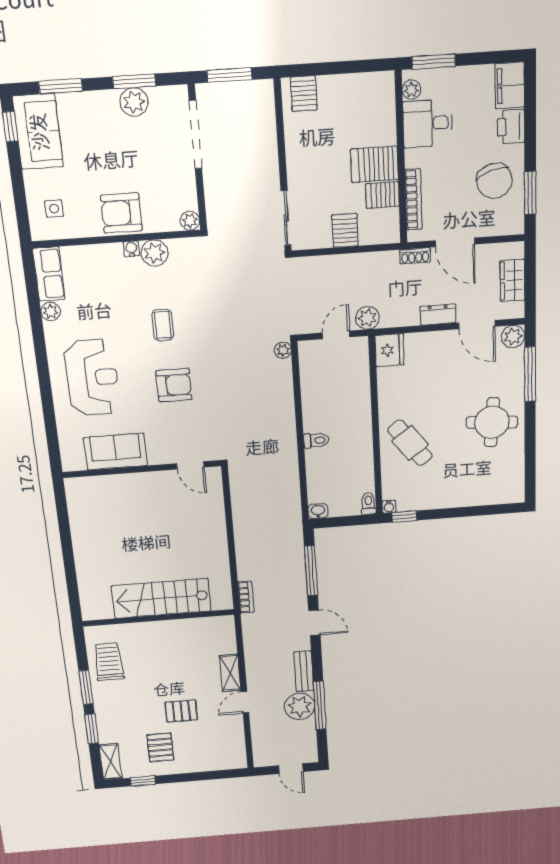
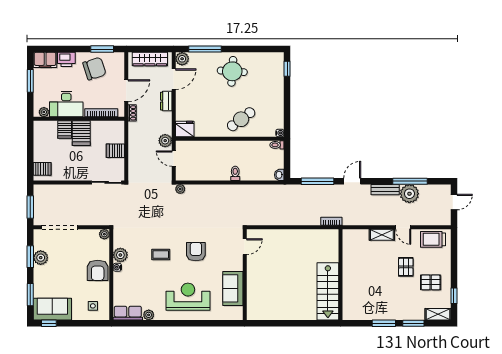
window: (434, 61) -> (30, 81), moved
desk: (428, 123) -> (66, 104), width x1.37
server rack: (382, 195) -> (65, 130), moved
wardrobe: (512, 280) -> (150, 59), width x1.50
window: (404, 517) -> (287, 69), moved
stairs: (161, 598) -> (328, 291), moved
trolley: (109, 662) -> (433, 239), moved

